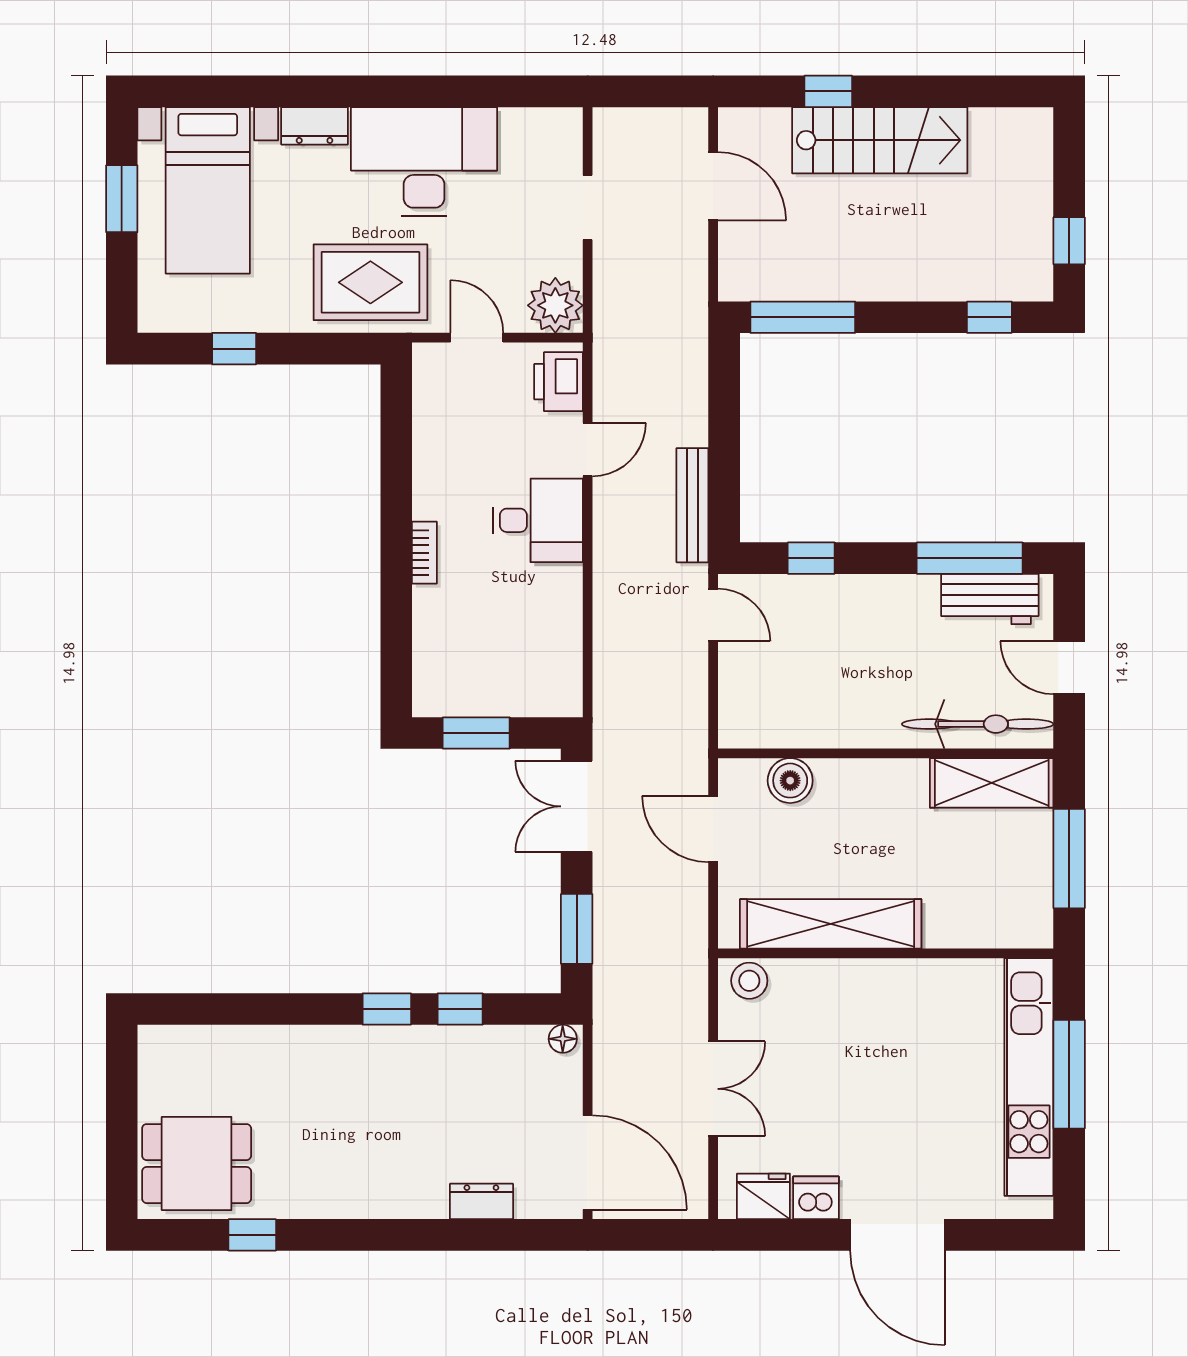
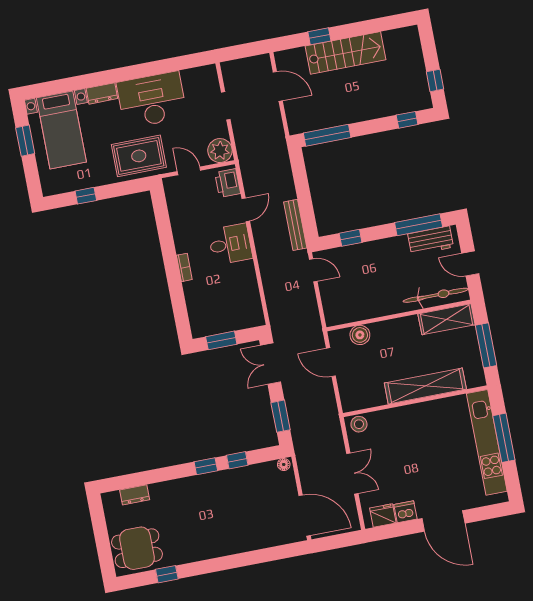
shelving: (831, 924) -> (425, 386), moved
dresser: (481, 1201) -> (135, 495), moved, turned 180

